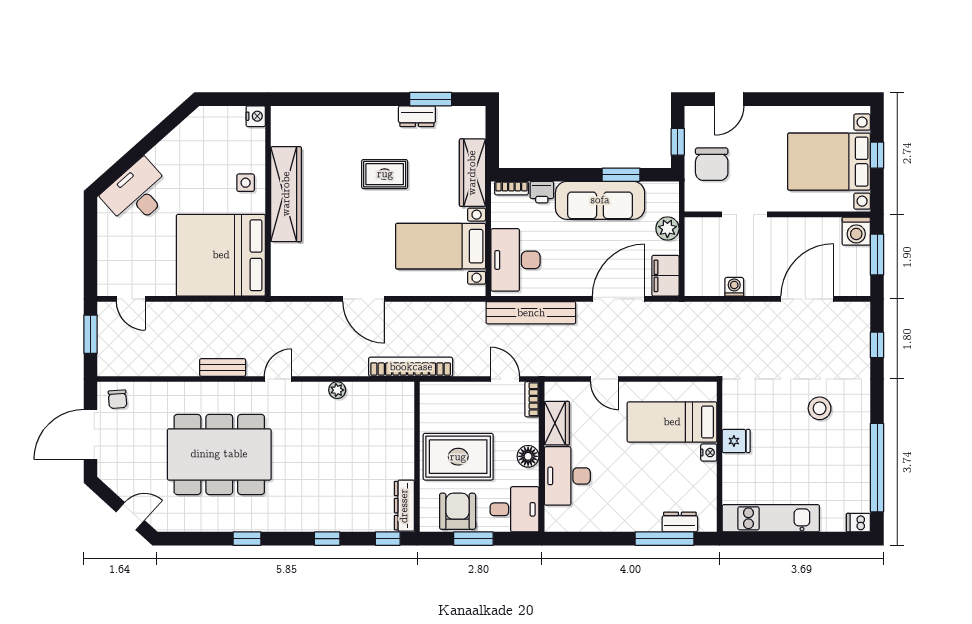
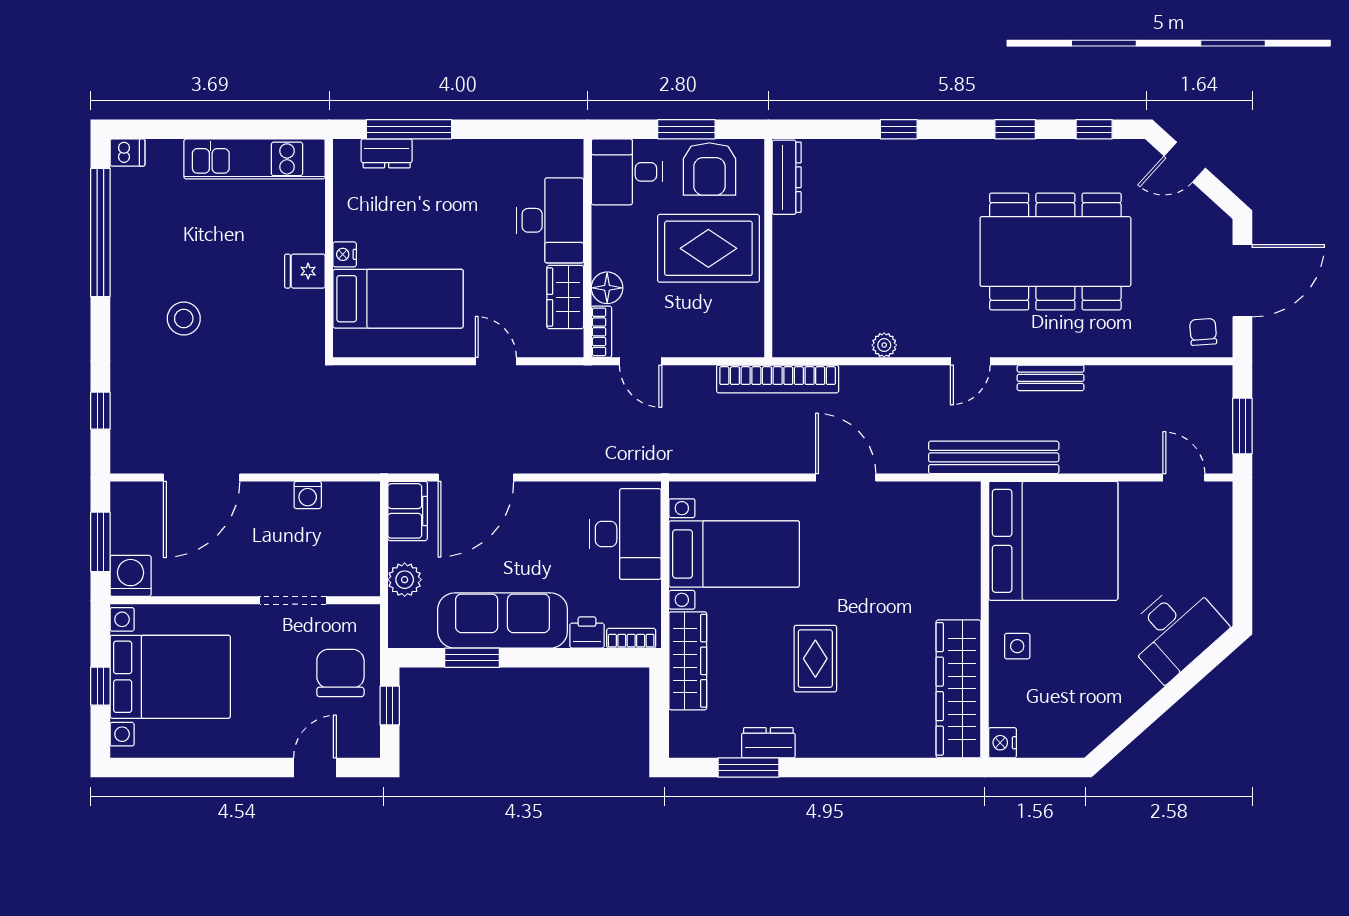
rug: (385, 174) -> (815, 659), turned 90
wardrobe: (286, 194) -> (958, 689), moved
bench: (531, 313) -> (994, 457), moved
floor lamp: (528, 456) -> (607, 288), moved
window: (388, 539) -> (1094, 129), moved

